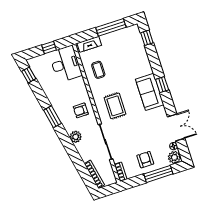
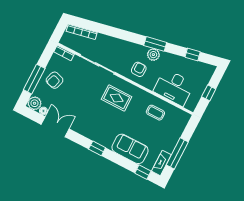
fireplace: (89, 44) -> (161, 163), moved
desk: (65, 64) -> (174, 87), moved
window: (29, 75) -> (193, 55), moved
sofa: (150, 92) -> (130, 149), moved
double door: (176, 128) -> (55, 127), swing flipped
plant: (76, 137) -> (153, 55), moved
armchair: (145, 160) -> (55, 80), turned 107

